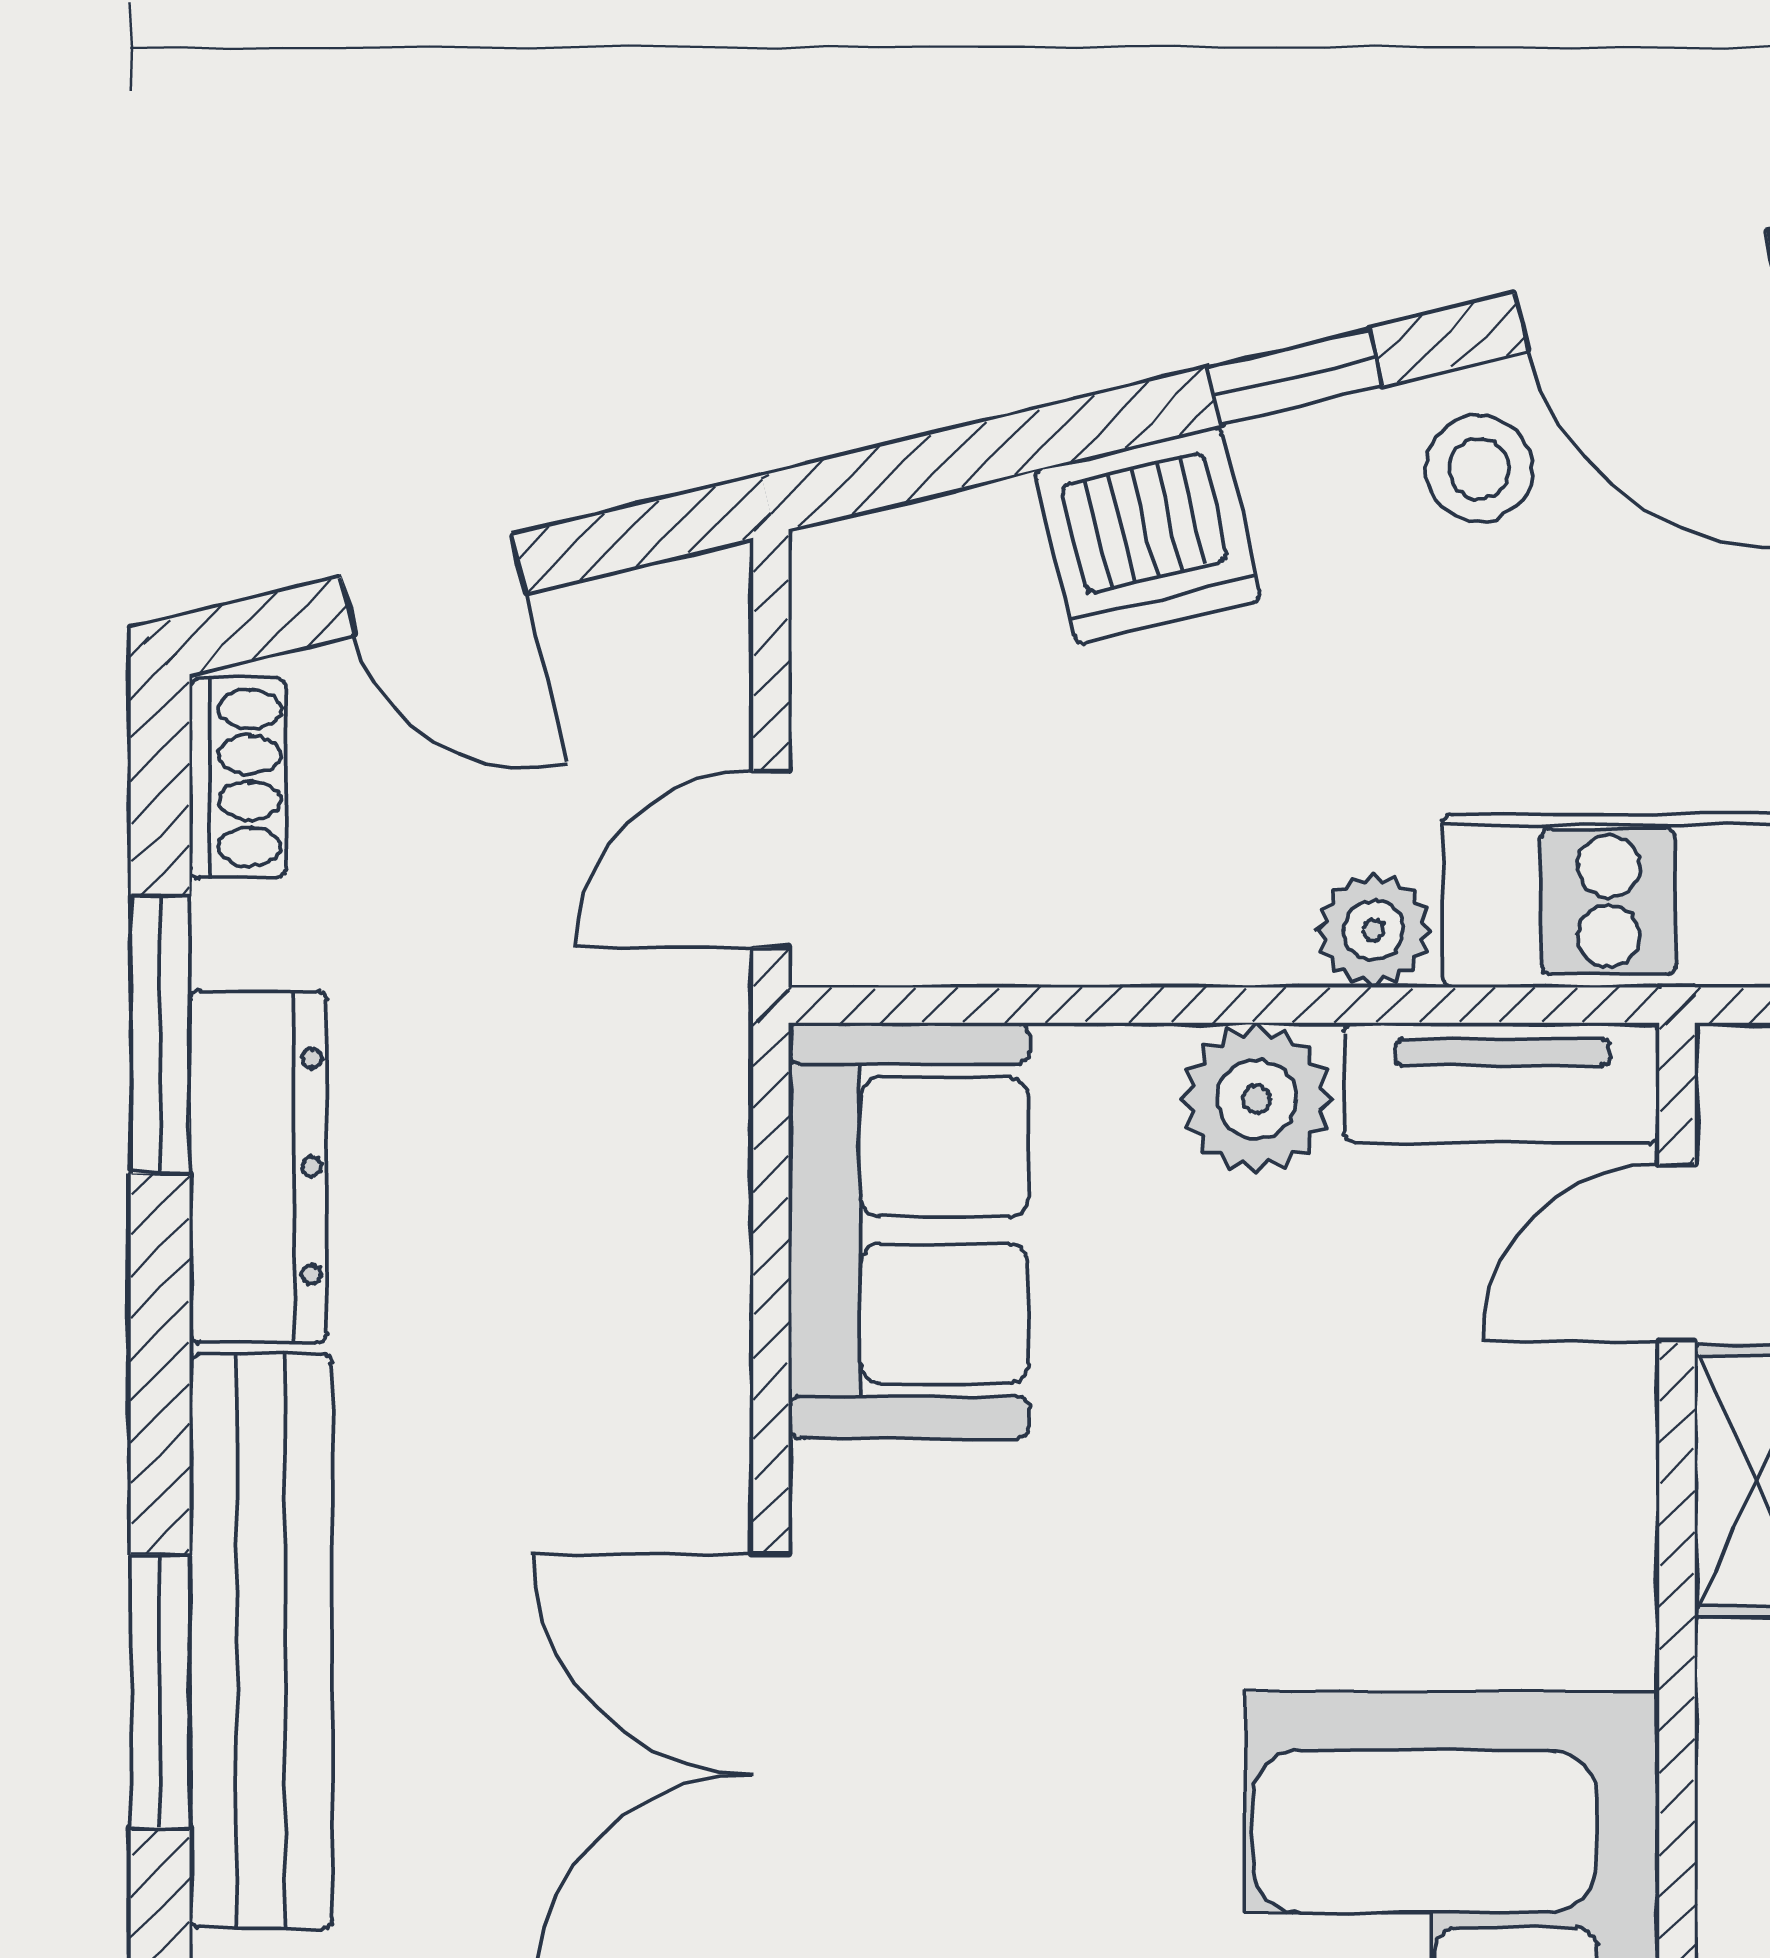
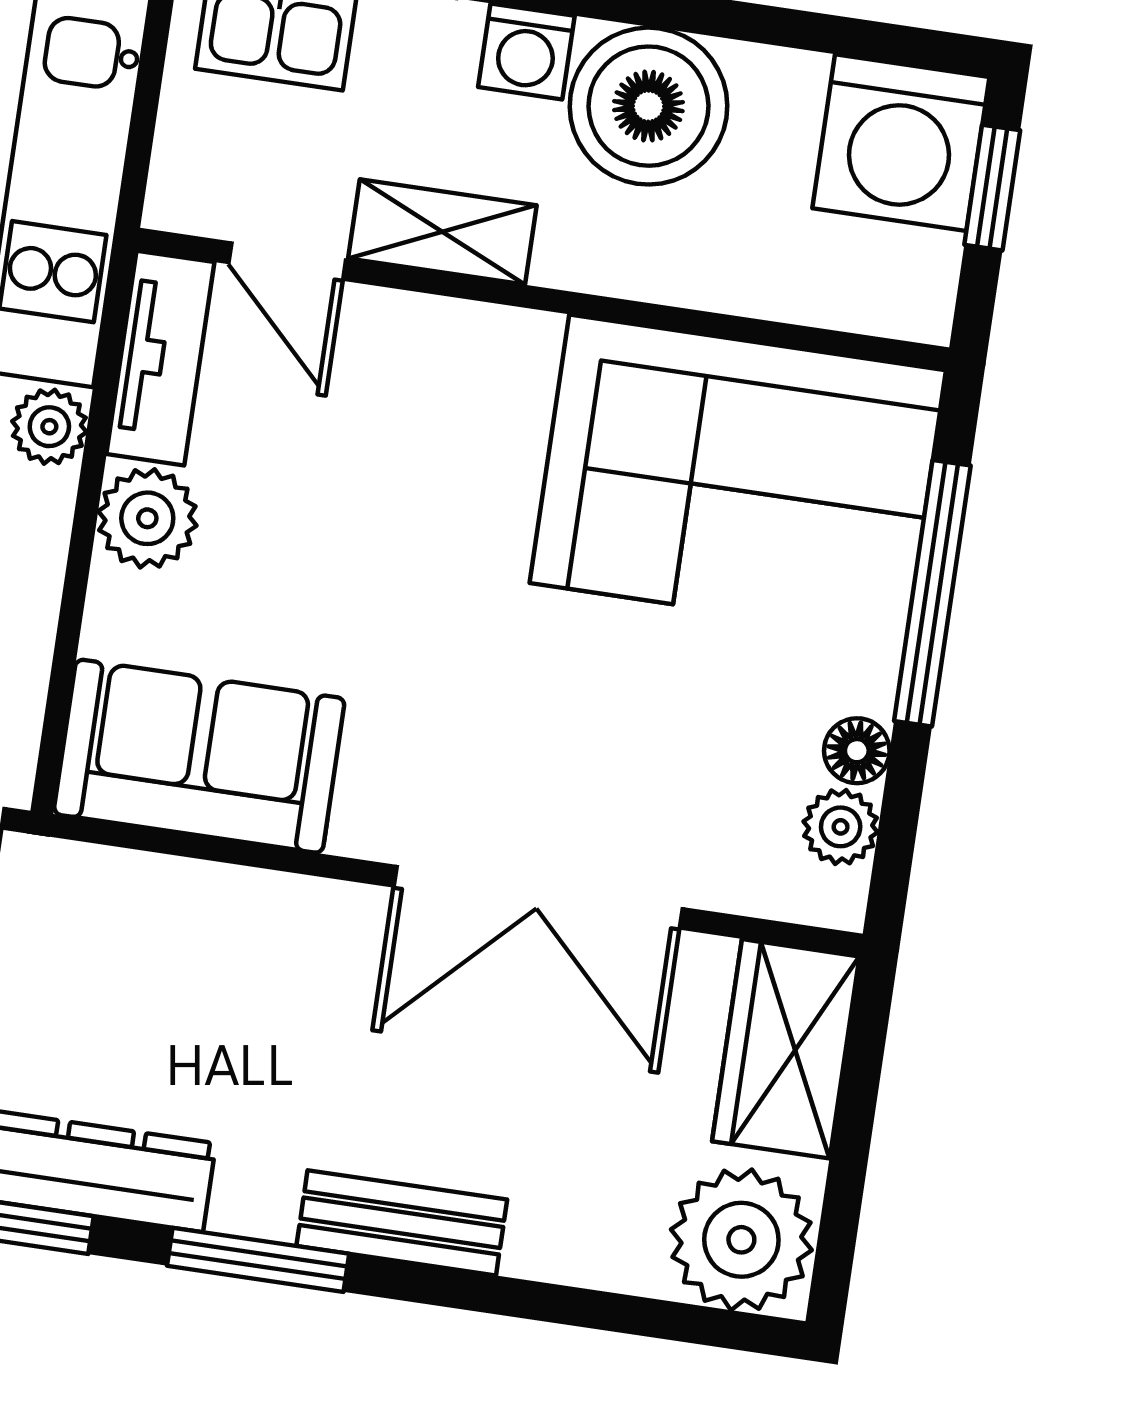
bench: (261, 1641) -> (402, 1223), width x0.54, depth x0.82
window: (160, 1692) -> (258, 1260), moved

